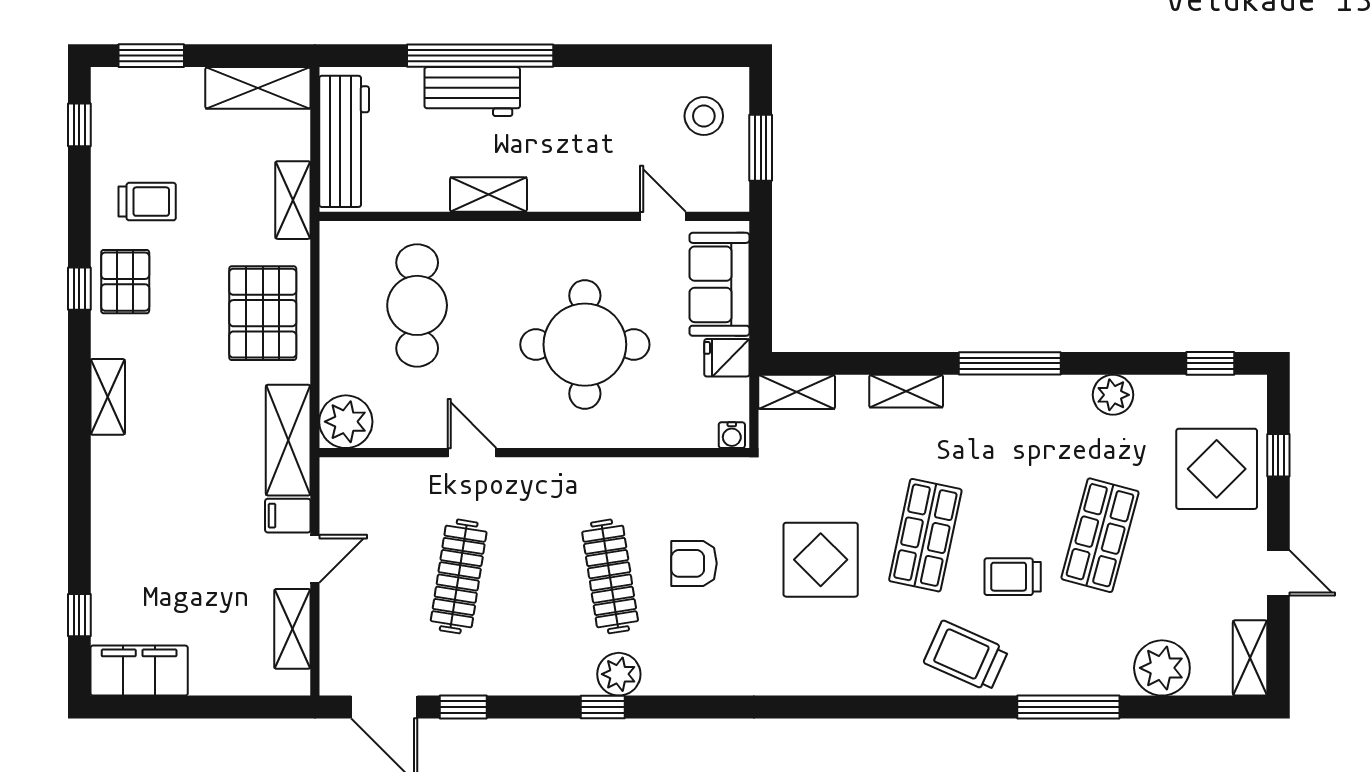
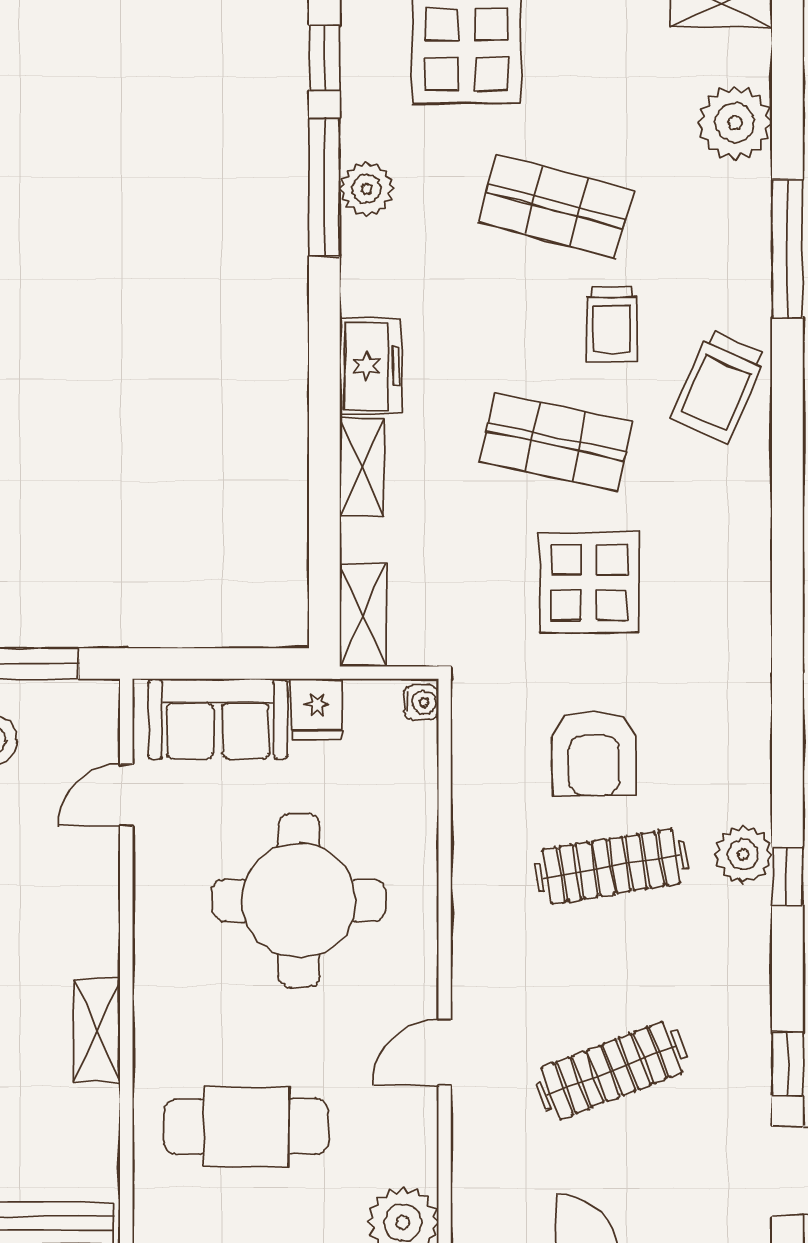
window: (1010, 363) -> (324, 187), moved
freezer: (981, 398) -> (371, 366), added
armchair: (694, 563) -> (594, 753), width x1.38, depth x1.38
clothes rail: (459, 576) -> (611, 1070), turned -30

